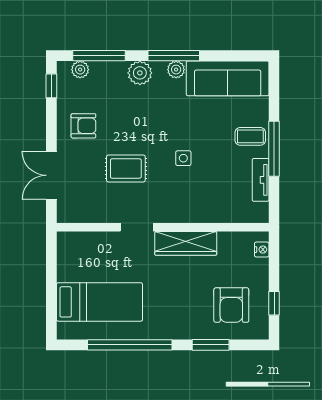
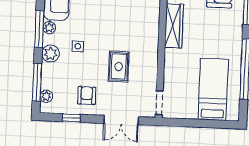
window: (51, 86) -> (71, 118), moved
side table: (183, 158) -> (78, 46), moved
doorway: (137, 227) -> (159, 103), moved

